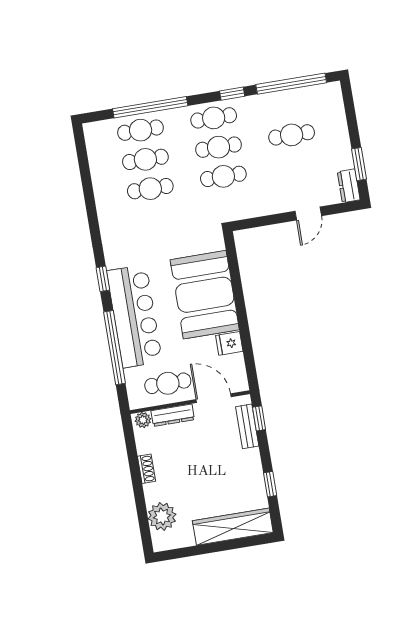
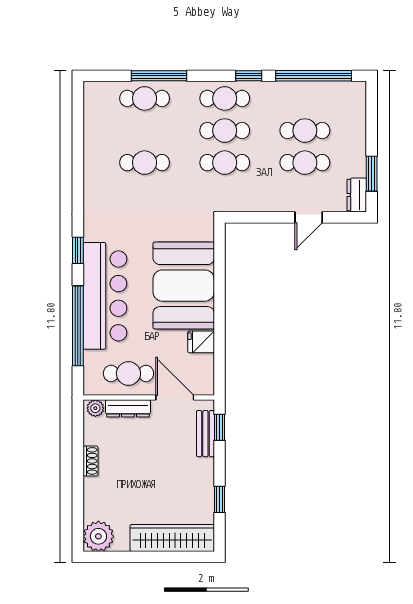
window: (150, 107) -> (159, 76), width x0.68
cafe table: (145, 159) -> (305, 163), moved
plant: (162, 516) -> (98, 536), moved

